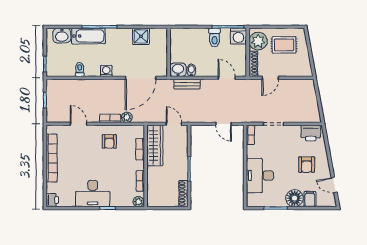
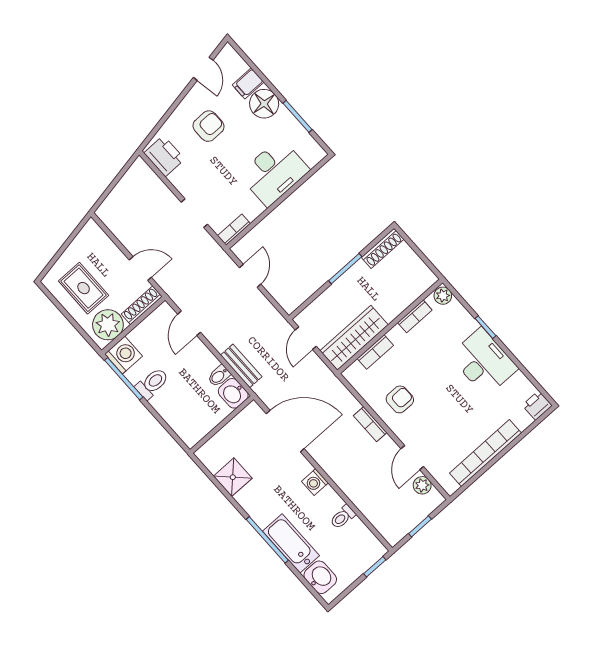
plant: (127, 117) -> (422, 485), moved

